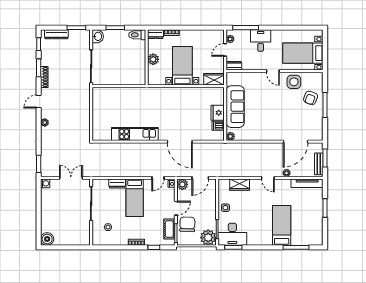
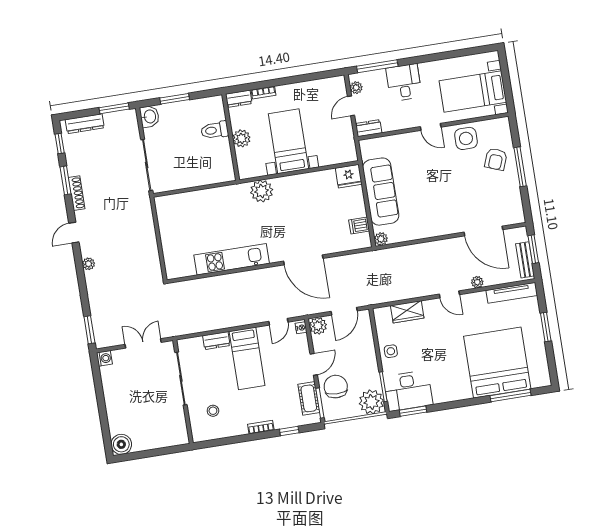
toilet: (137, 35) -> (215, 130), moved
wardrobe: (214, 79) -> (341, 154), removed
plant: (161, 94) -> (262, 191), added
fridge: (218, 113) -> (349, 176), moved, turned -90
door: (296, 142) -> (483, 231), hinge flipped
bed: (282, 225) -> (497, 363), width x2.04

